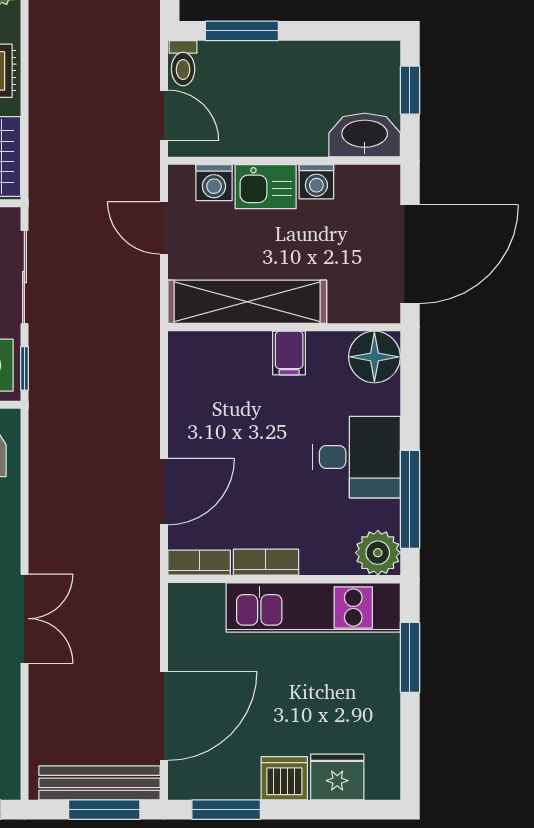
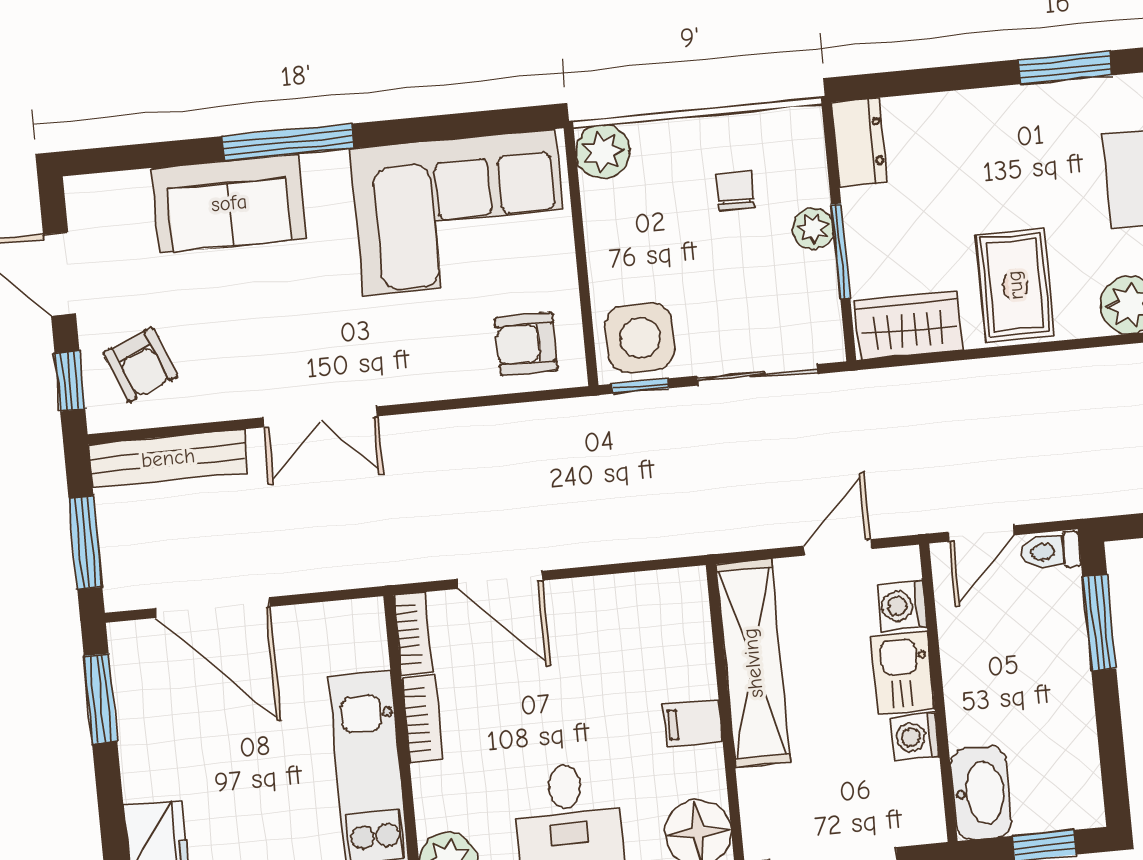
dishwasher: (284, 778) -> (148, 769), removed
bench: (99, 783) -> (168, 458), moved, turned 90

